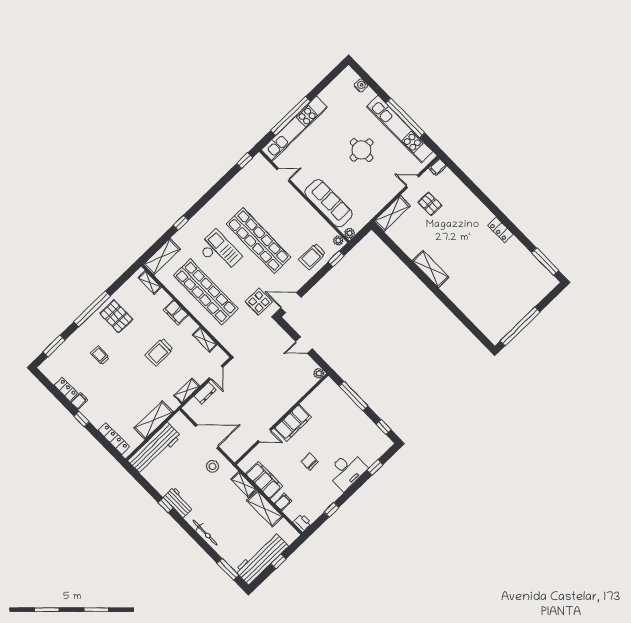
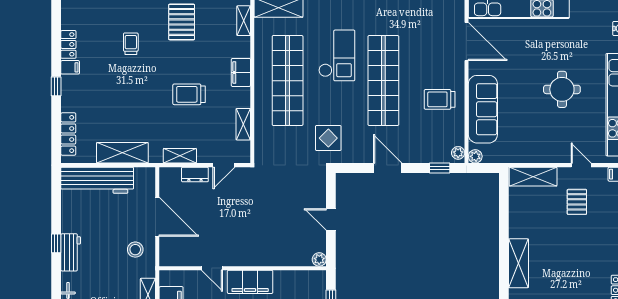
door: (283, 175) -> (467, 41), width x1.88
trolley: (312, 256) -> (440, 99), moved
door: (291, 303) -> (388, 168), moved

